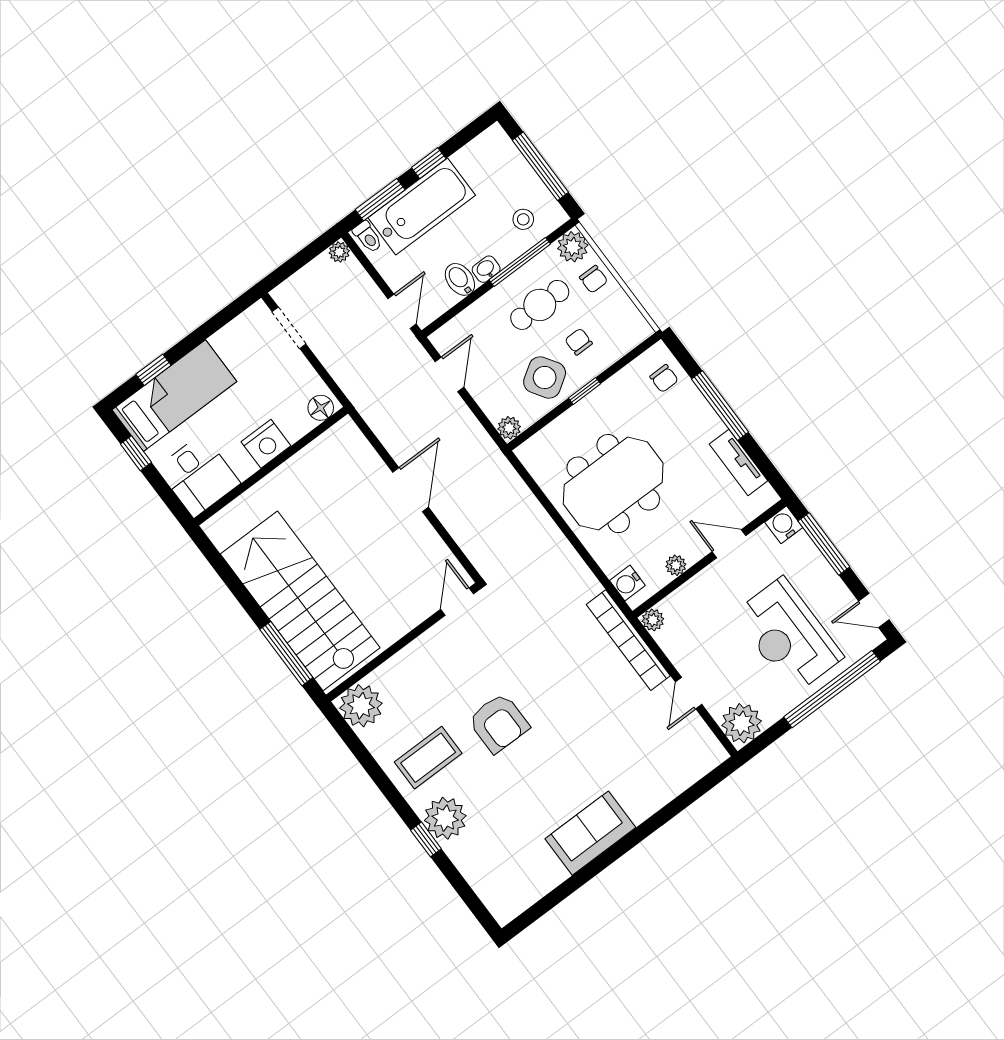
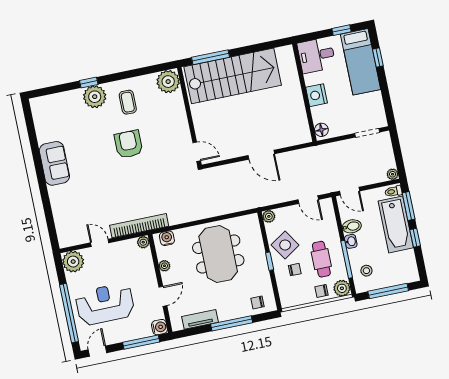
armchair: (499, 723) -> (129, 144), turned 90
coffee table: (428, 758) -> (128, 102), width x0.73, depth x0.77

